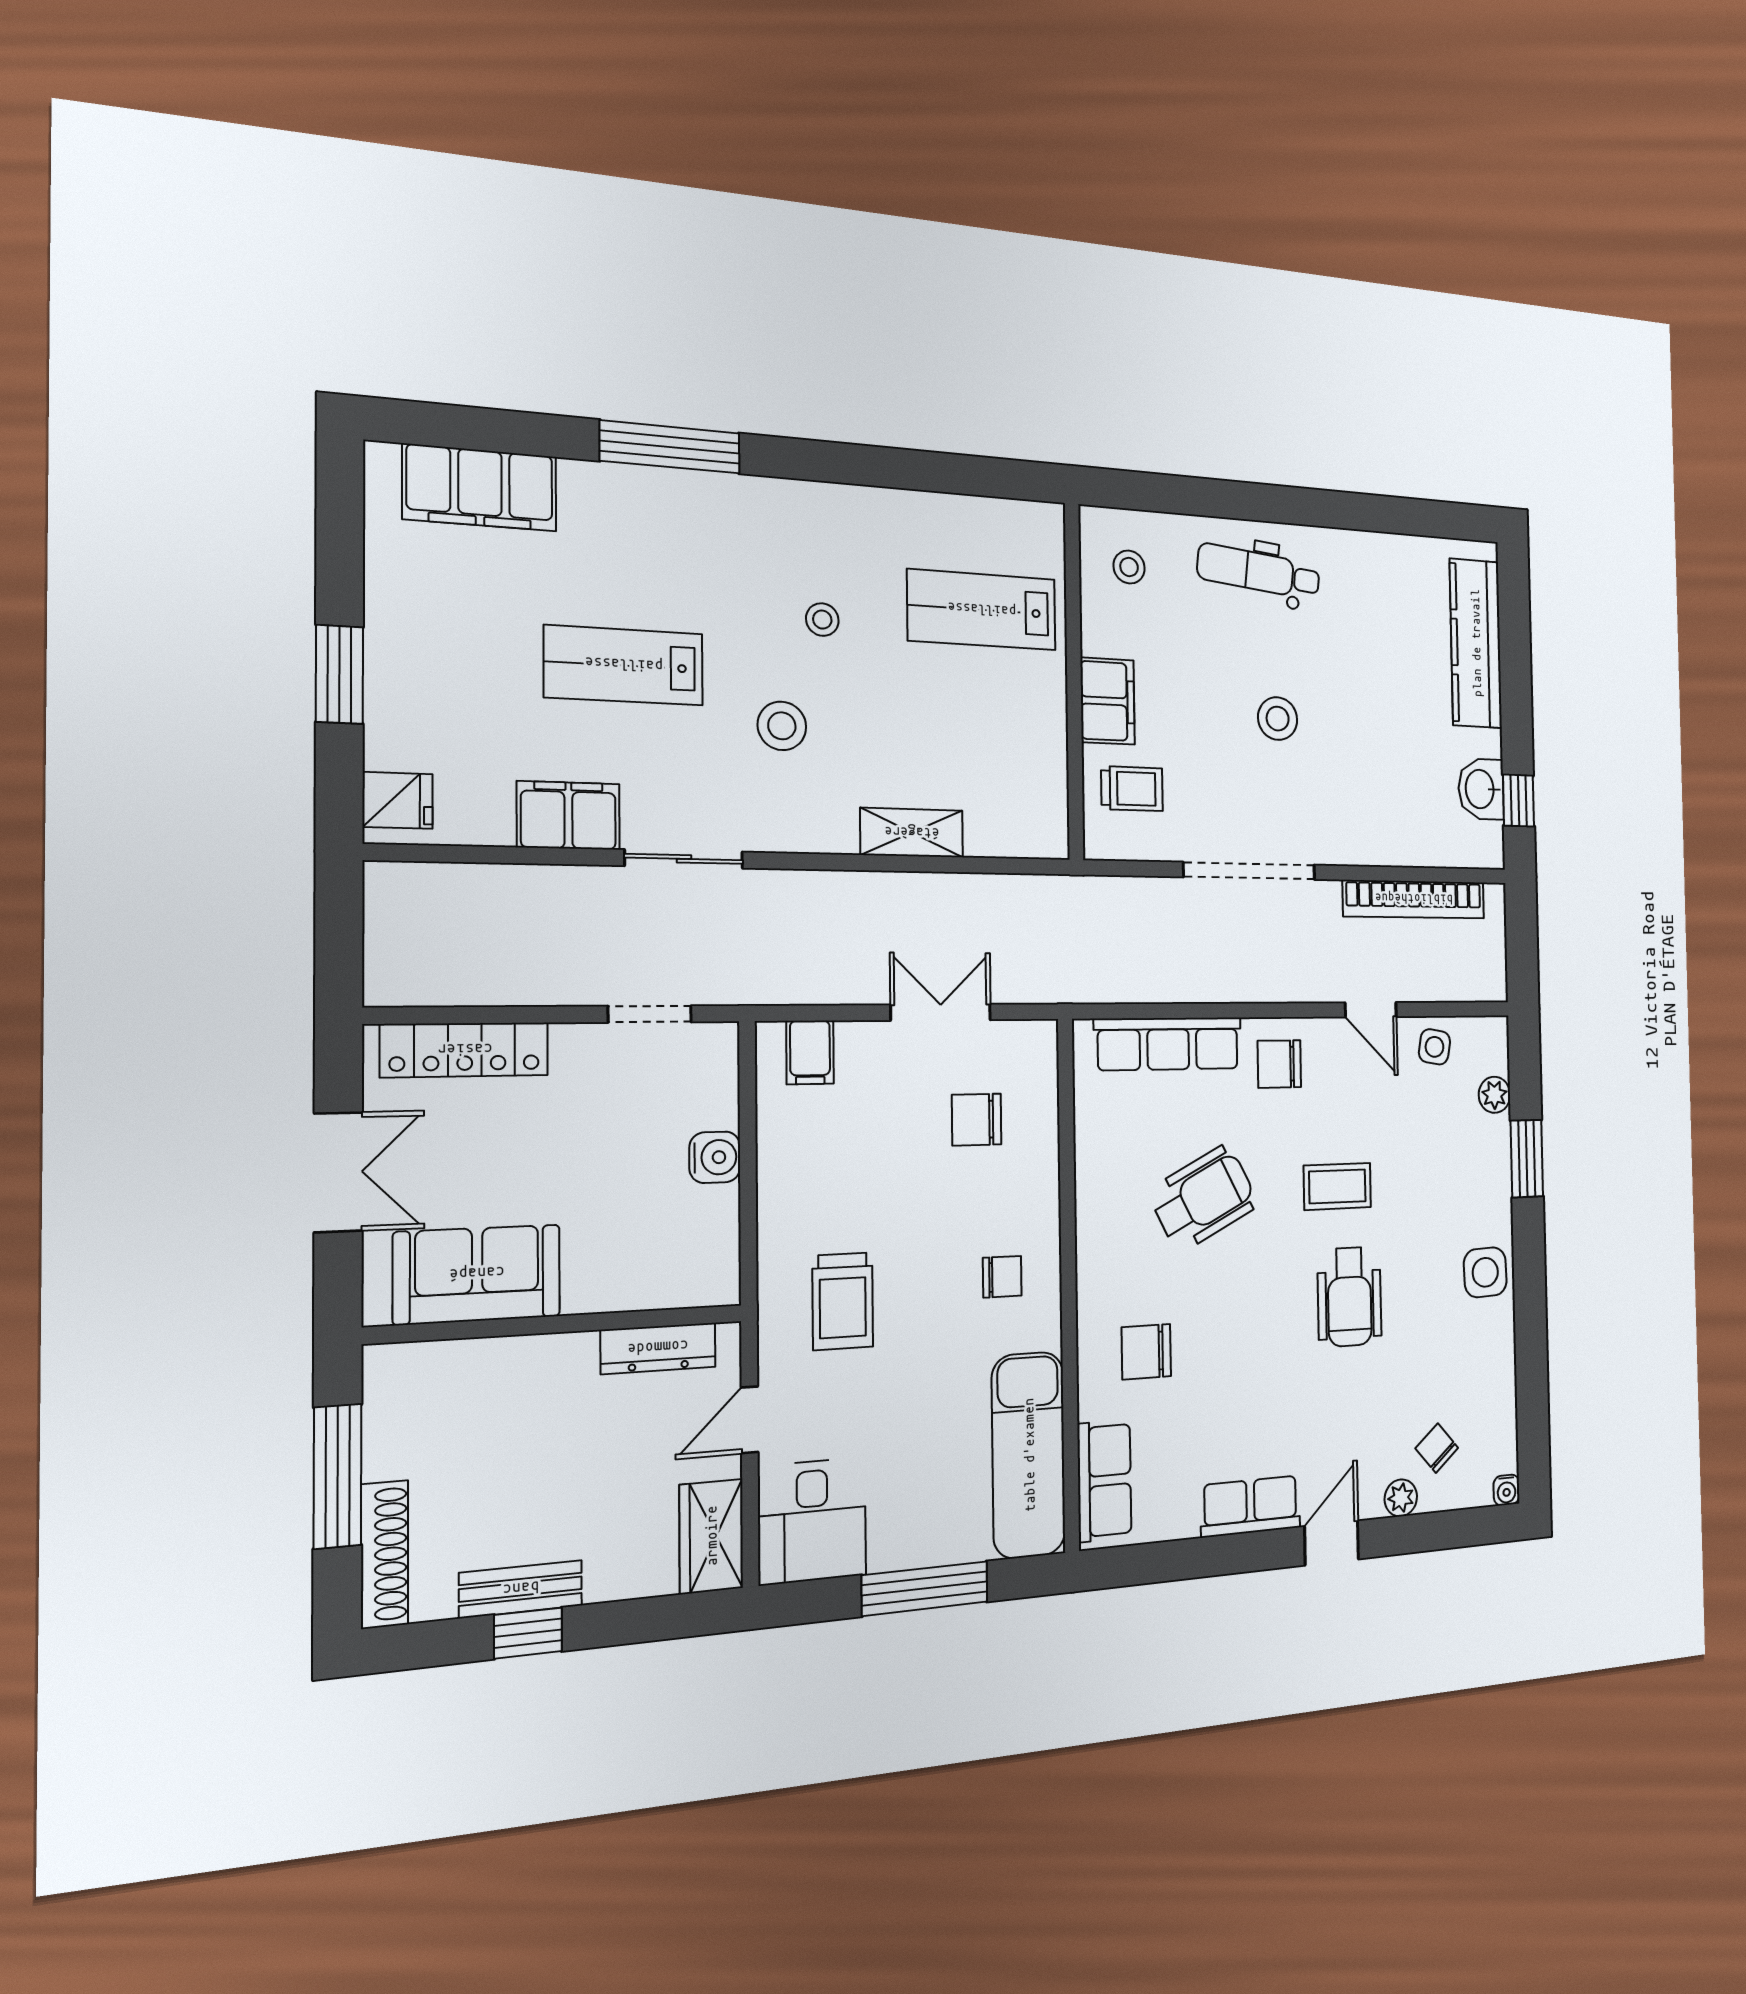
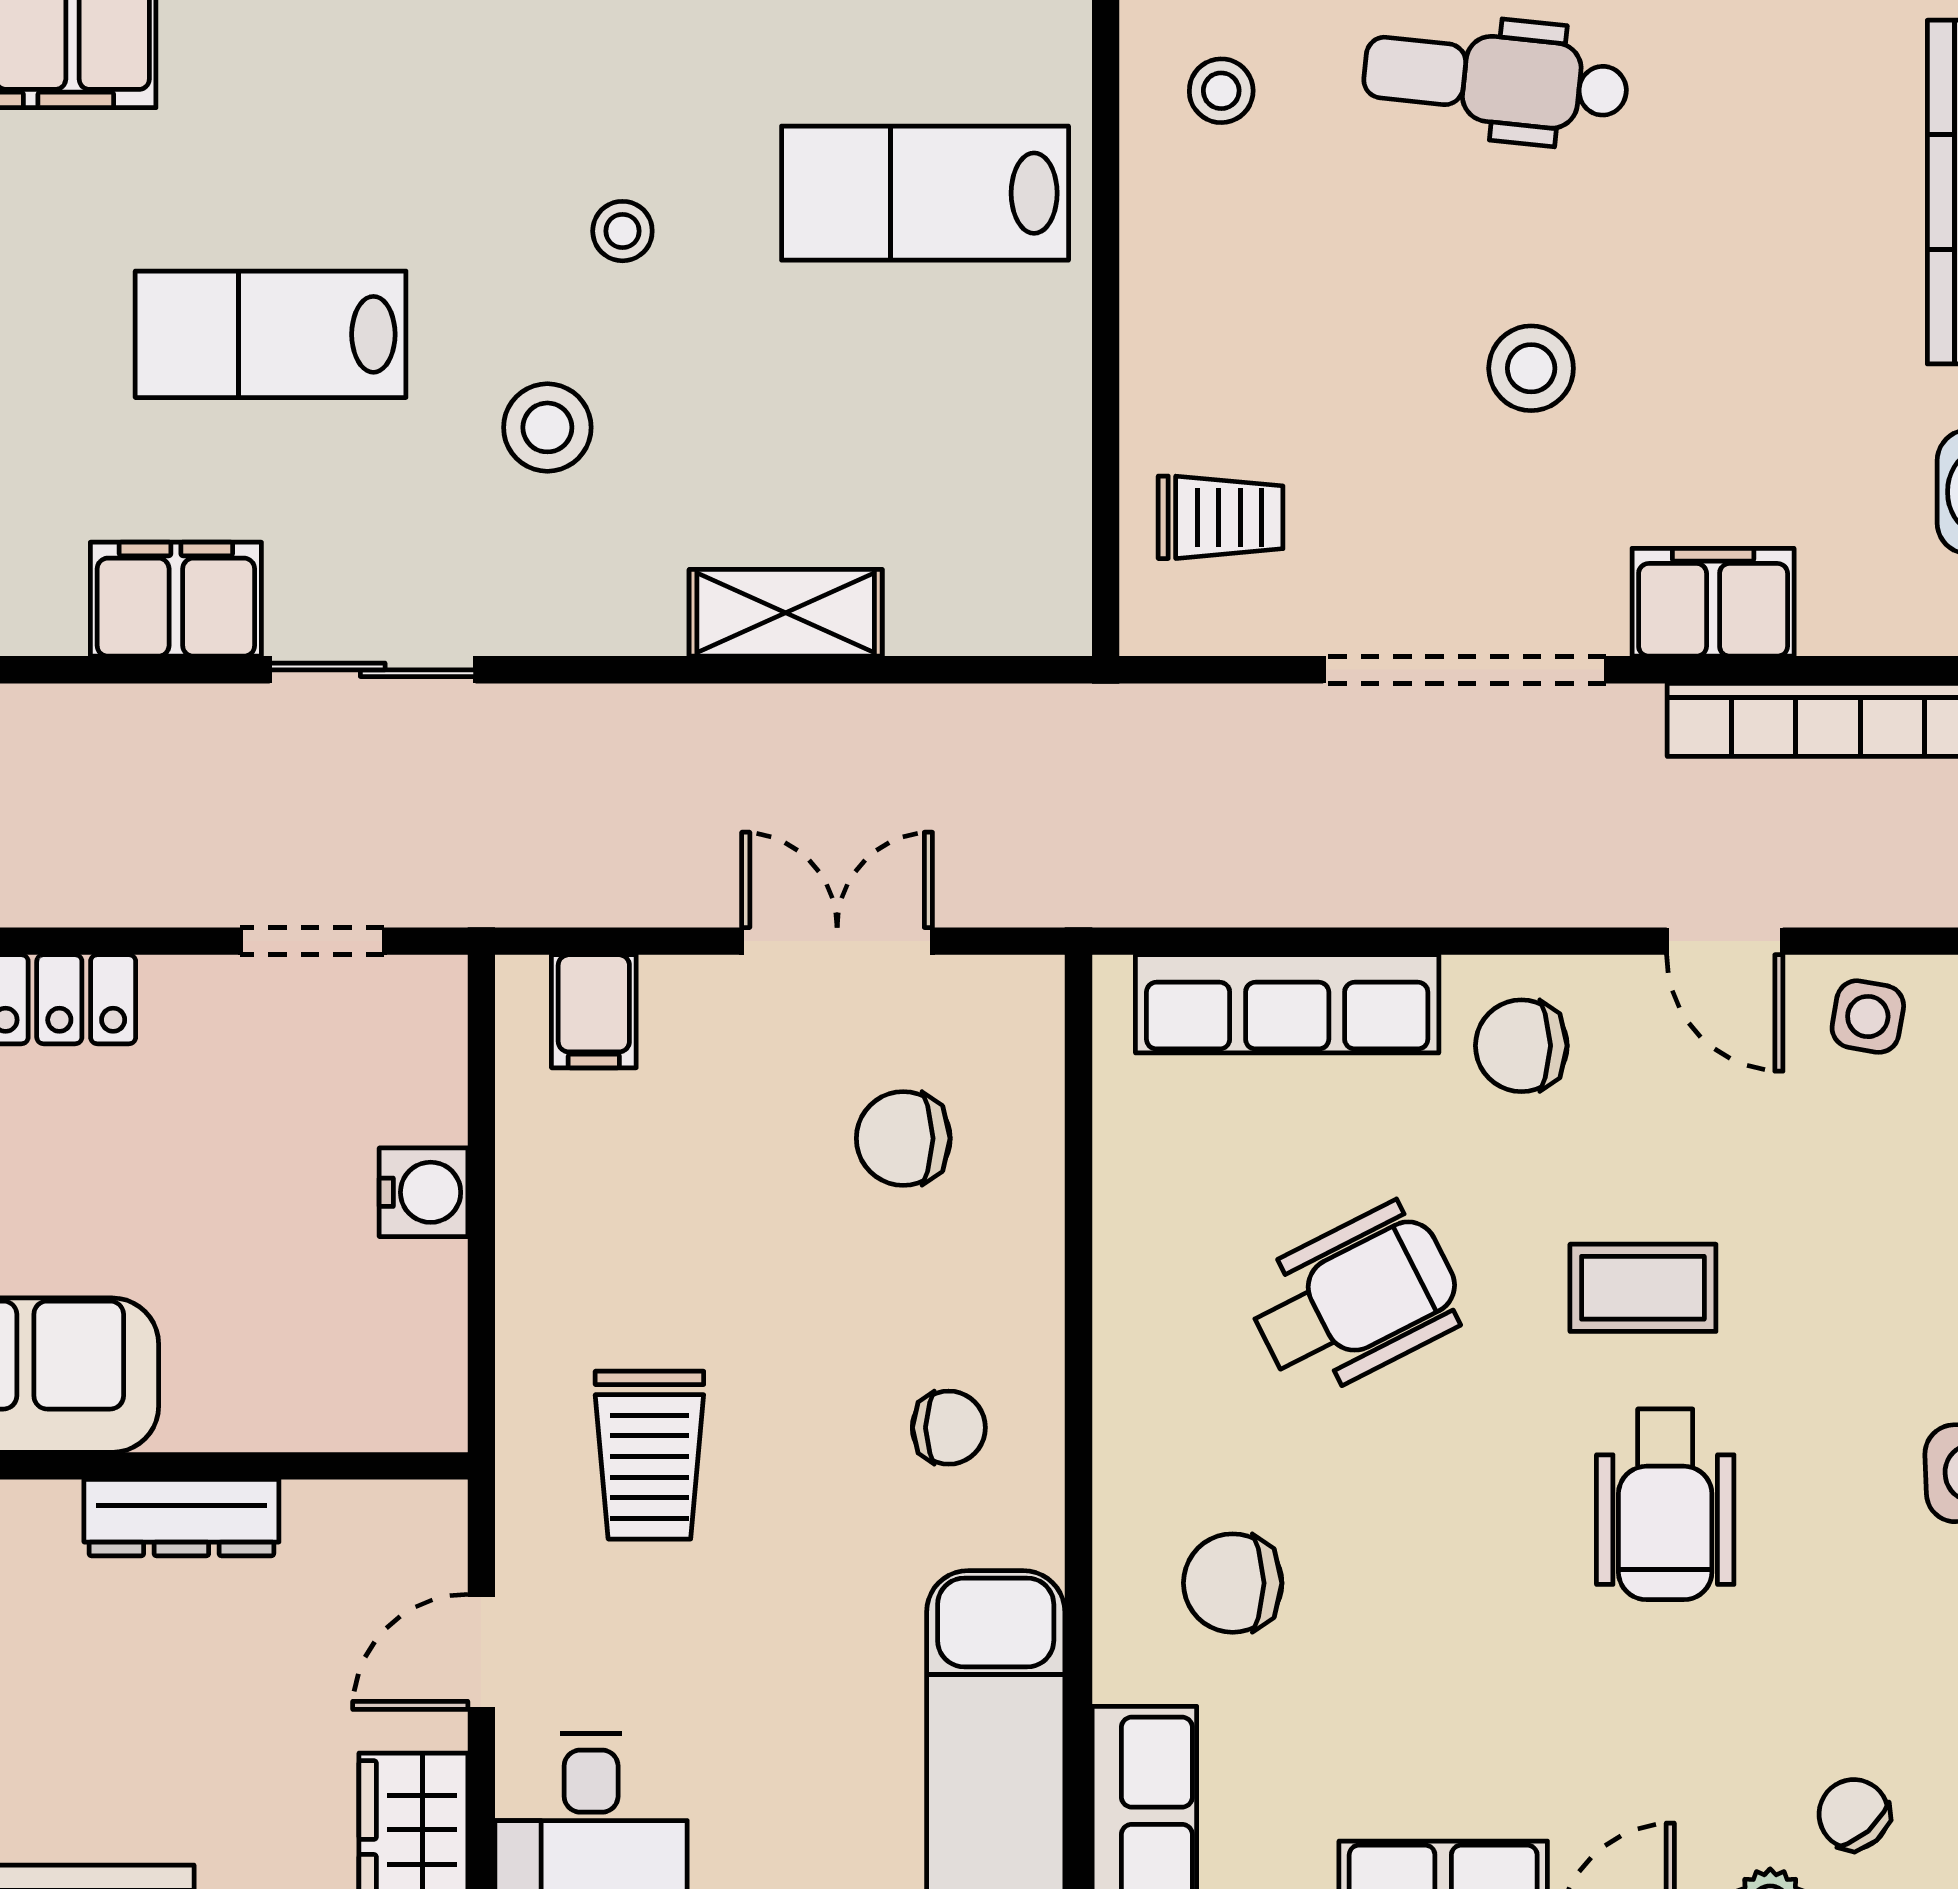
filing cabinet: (1108, 701) -> (1713, 602), moved, turned -90
dresser: (658, 1348) -> (181, 1518), moved

